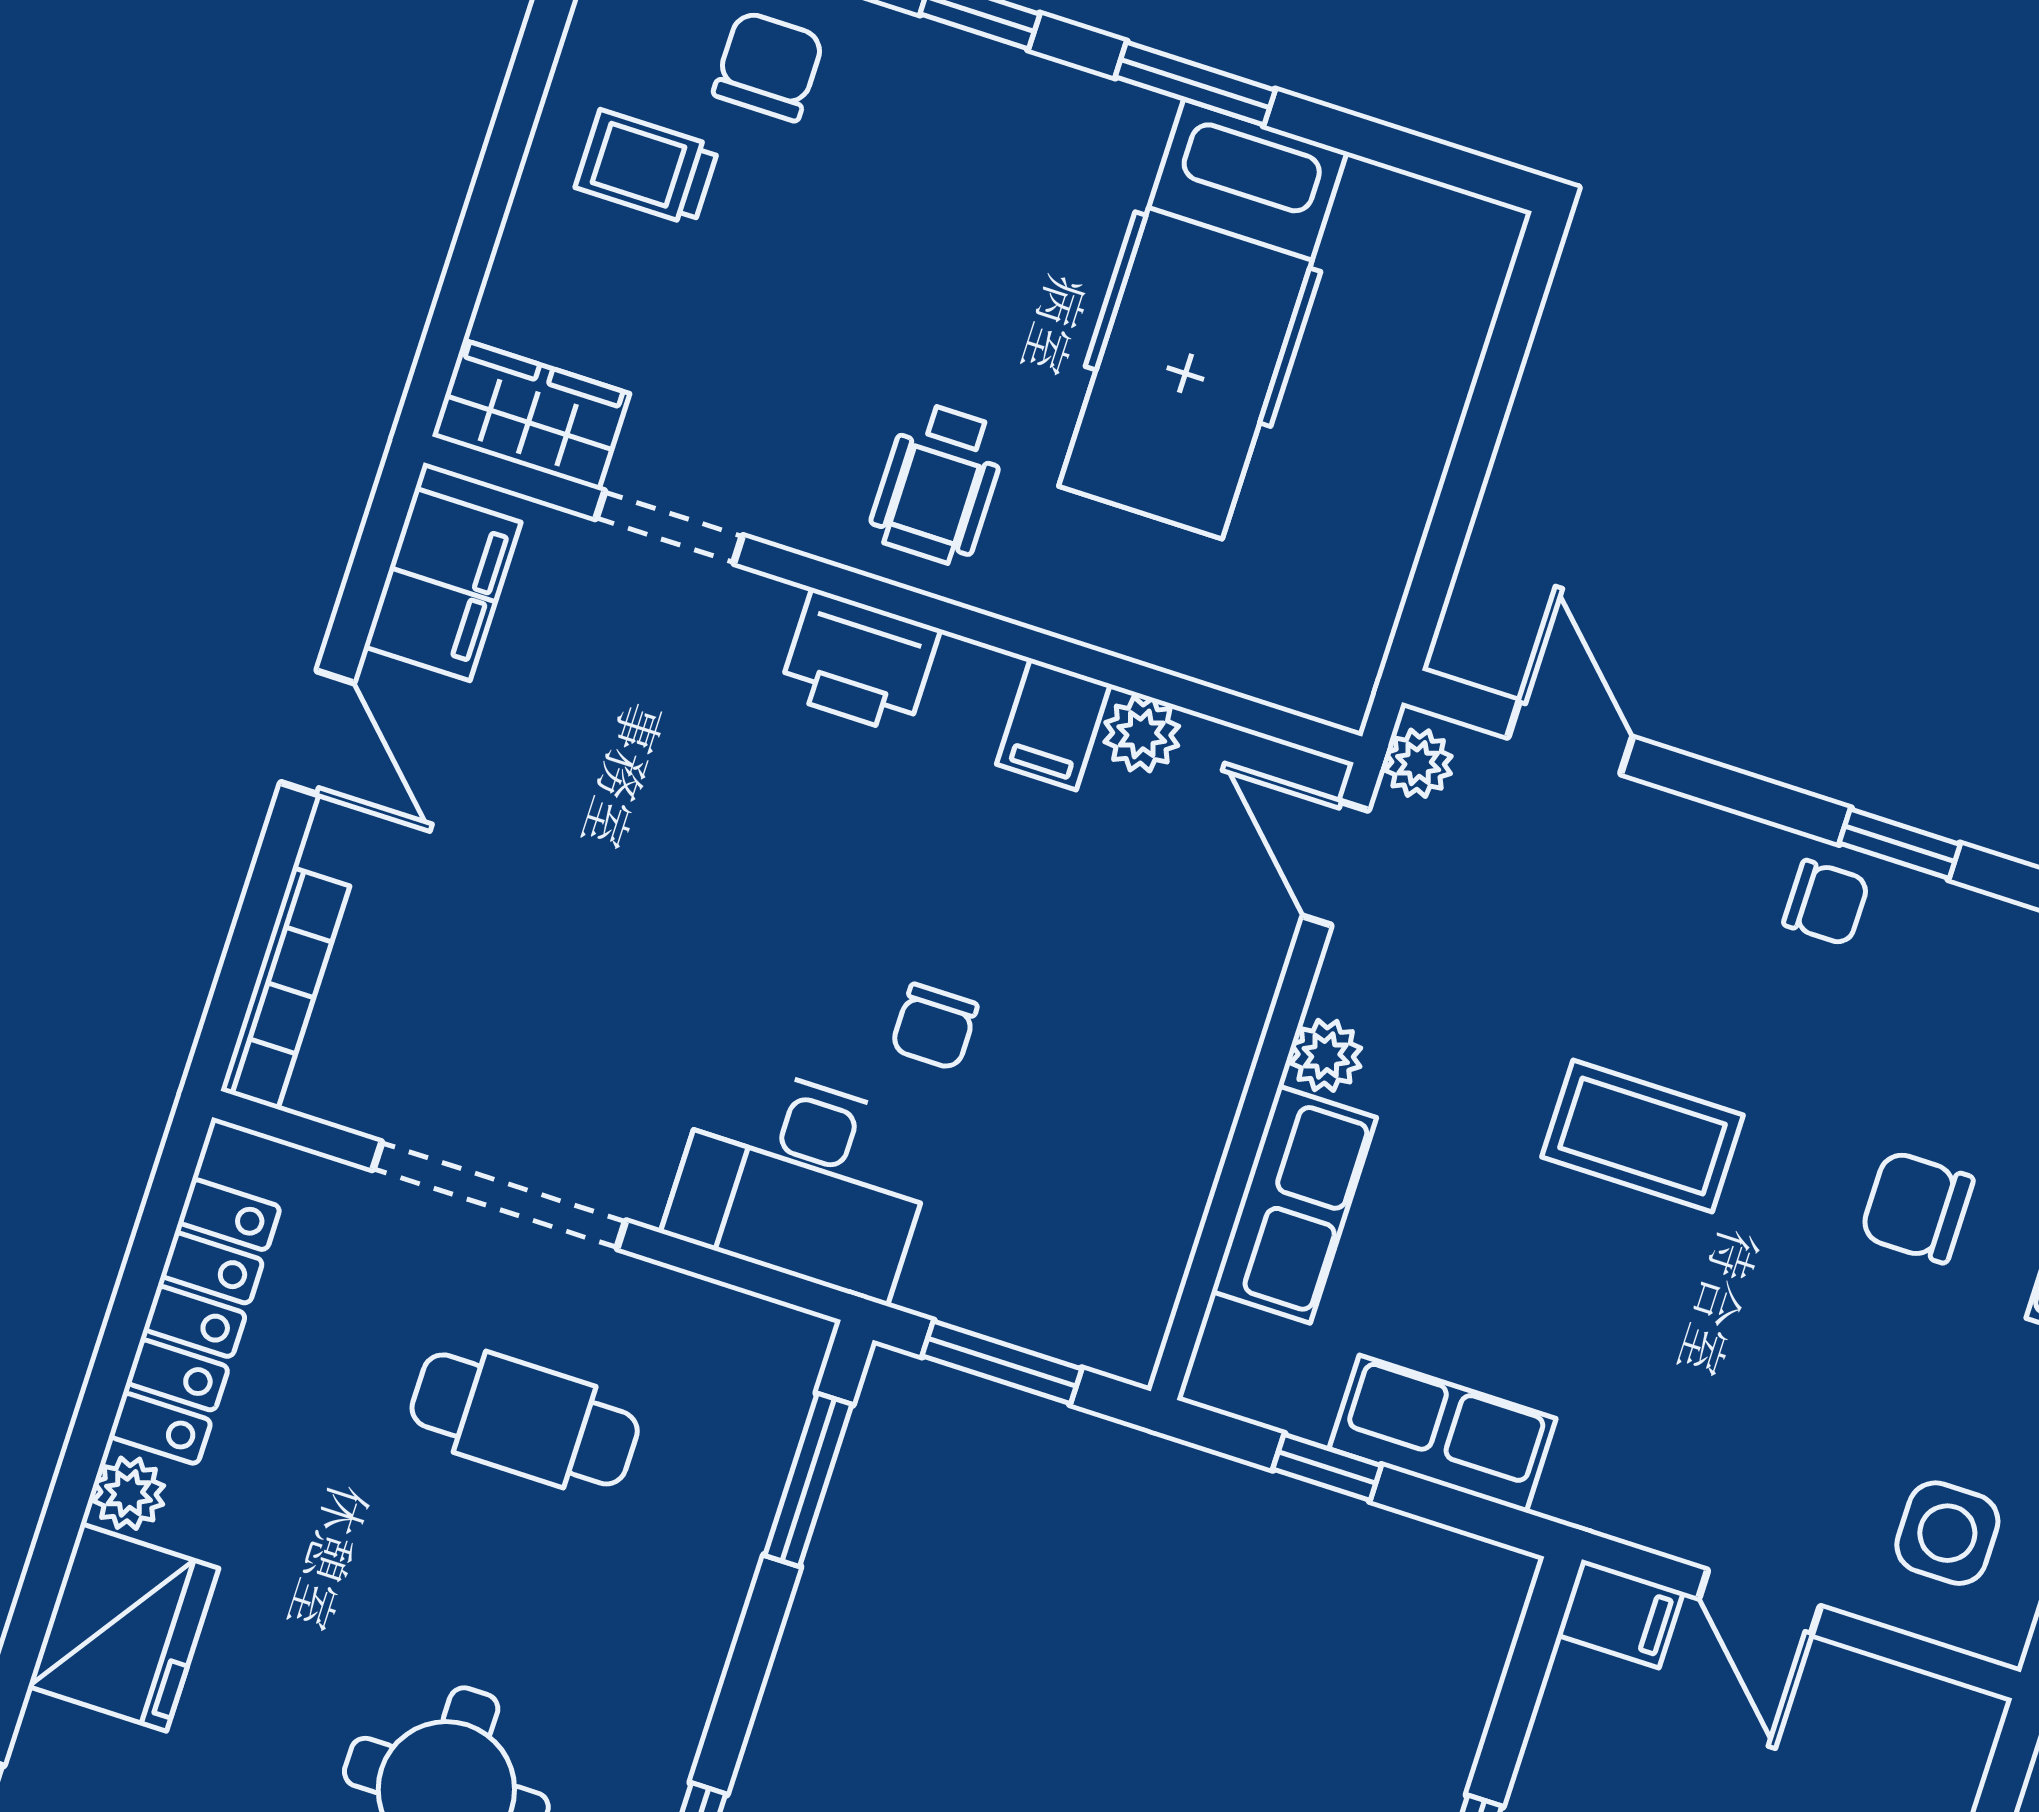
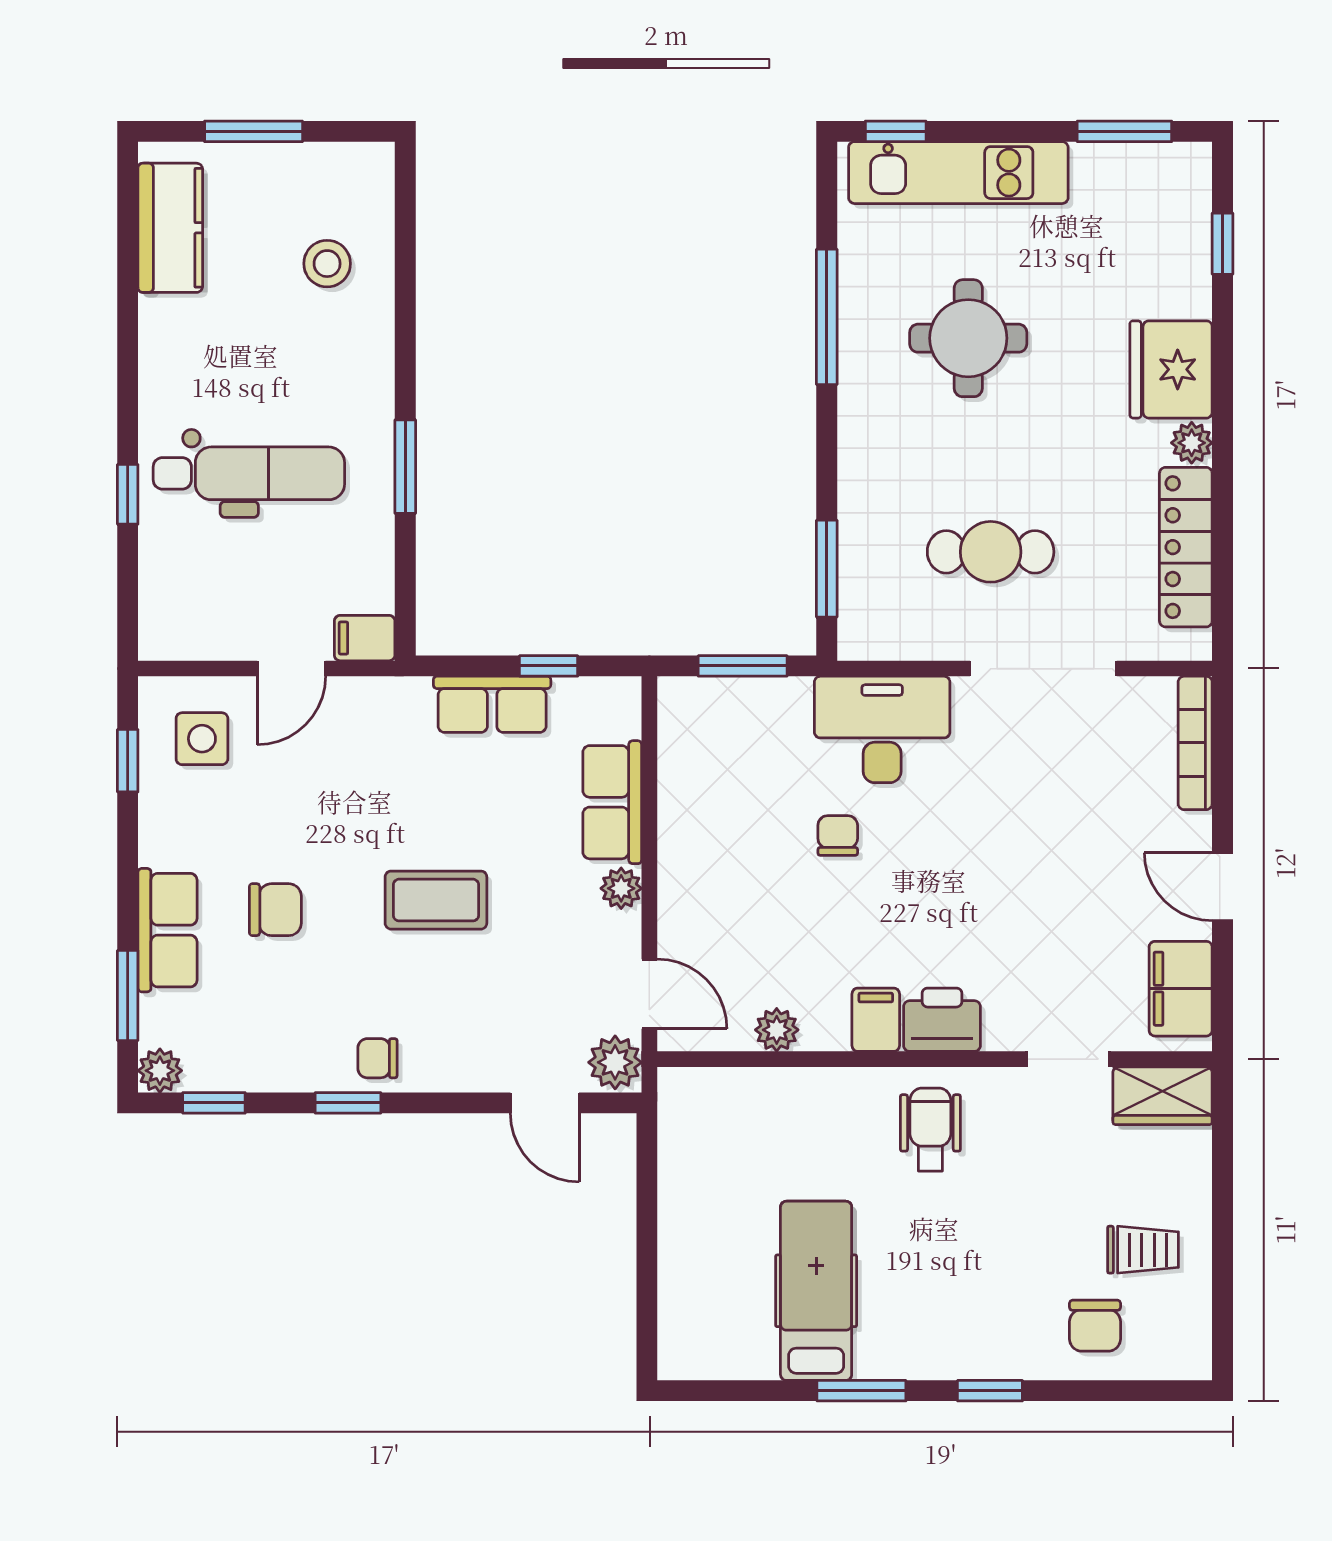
hospital bed: (1203, 319) -> (816, 1291), width x0.73, depth x0.78
filing cabinet: (1053, 724) -> (876, 1020), moved
plant: (1418, 763) -> (615, 1062), width x1.38, depth x1.38
door: (1759, 1602) -> (291, 669), swing flipped

